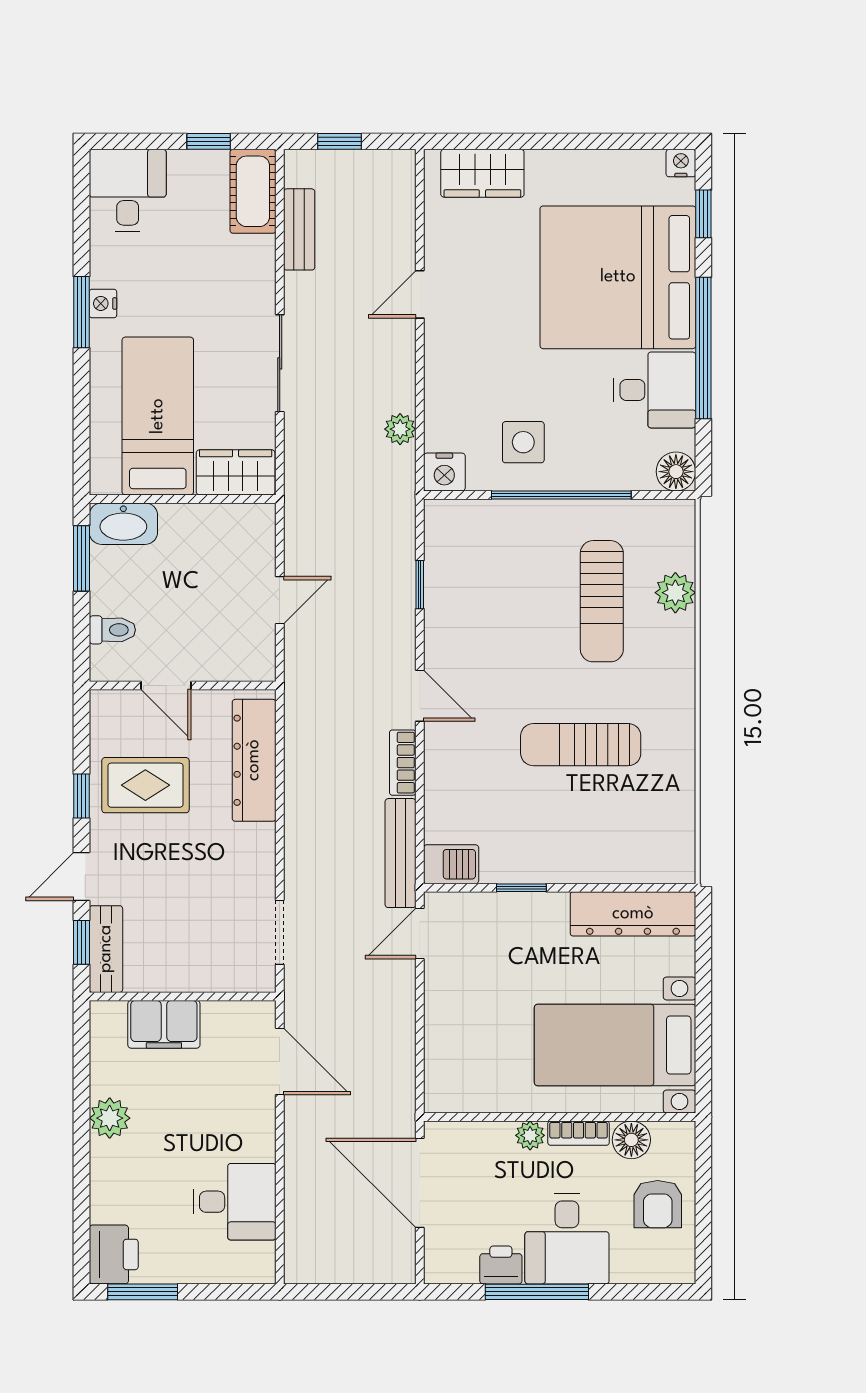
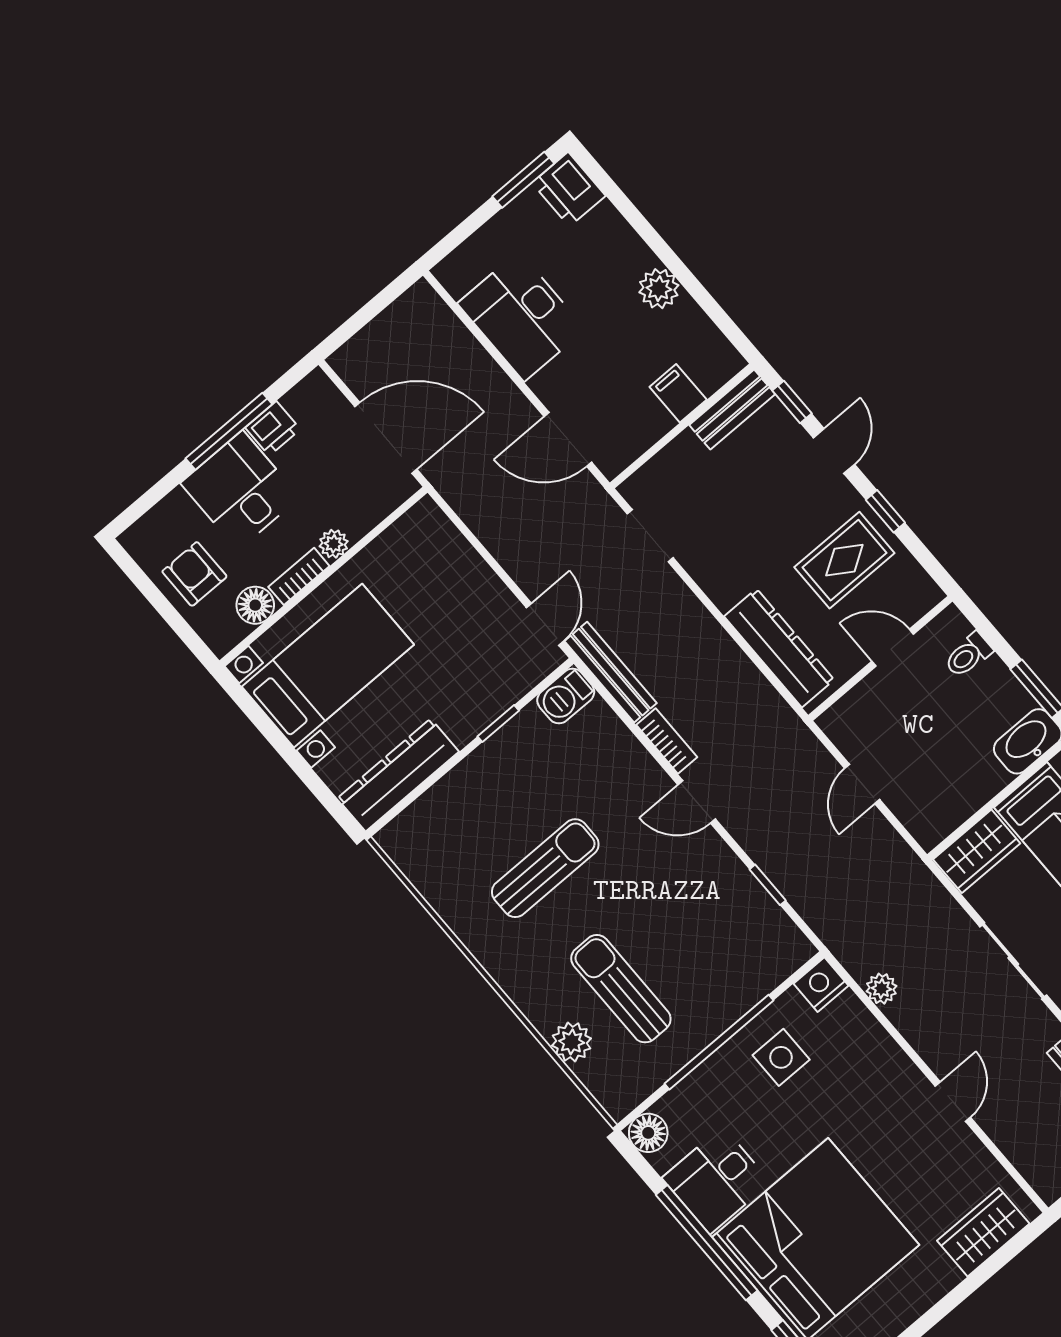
bench: (106, 949) -> (732, 410), moved, turned 90
filing cabinet: (164, 1024) -> (678, 393), width x0.50
desk: (234, 1202) -> (521, 316), width x1.37

